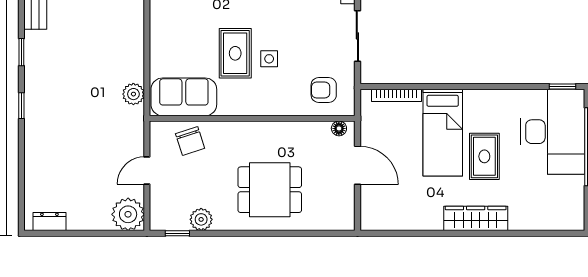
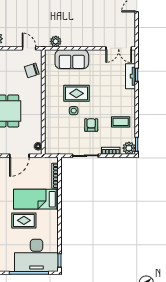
armchair: (324, 90) -> (91, 125), moved
sofa: (184, 97) -> (72, 59), moved, turned 90
door: (147, 170) -> (29, 48), moved

